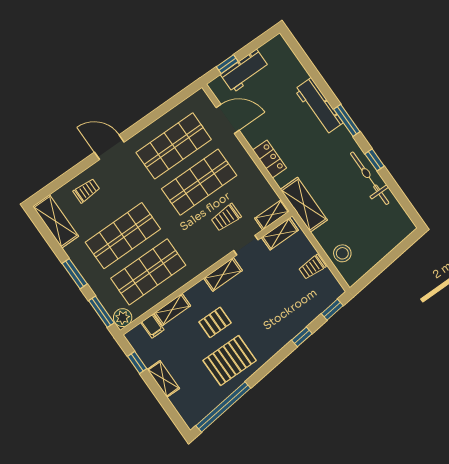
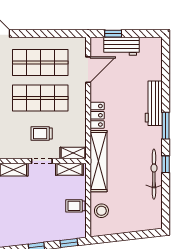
door: (228, 119) -> (88, 70), hinge flipped
shelving: (304, 205) -> (99, 161), width x1.47

